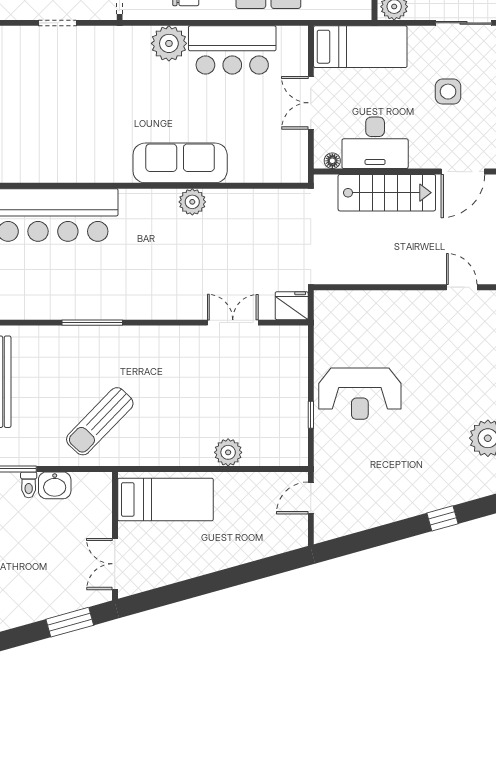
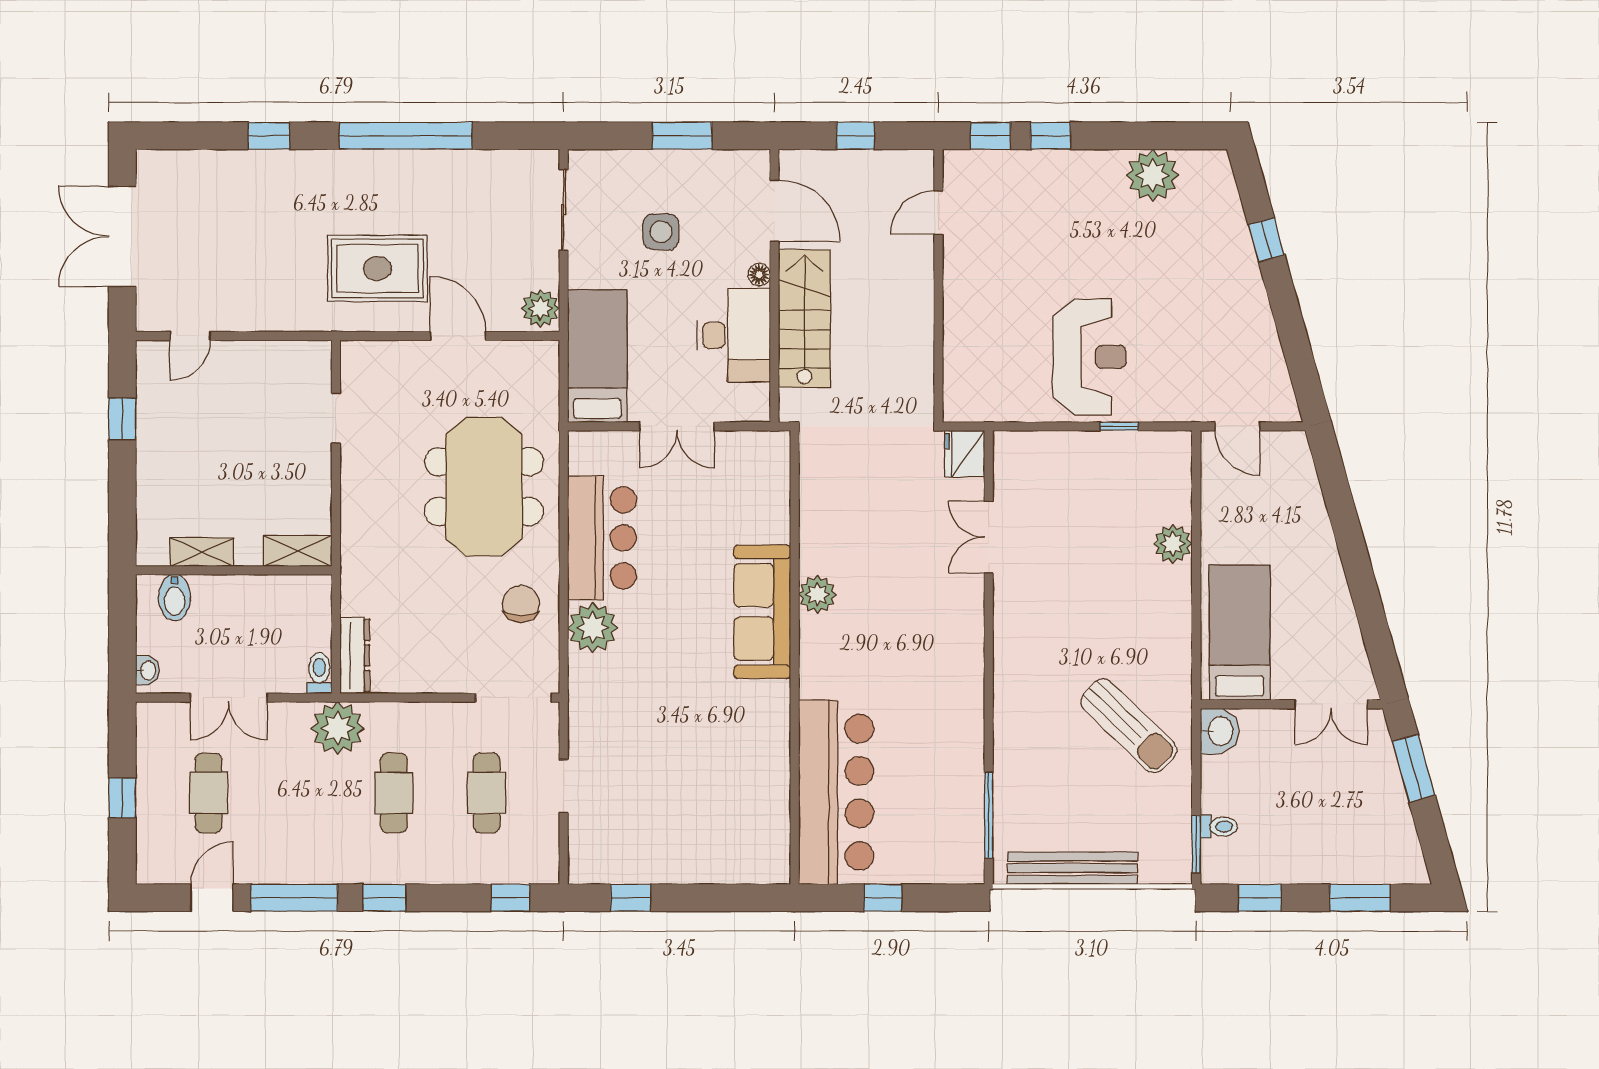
floor lamp: (332, 161) -> (759, 275), moved
window: (92, 323) -> (989, 815), moved
washbasin: (55, 485) -> (1220, 731), moved

